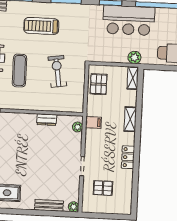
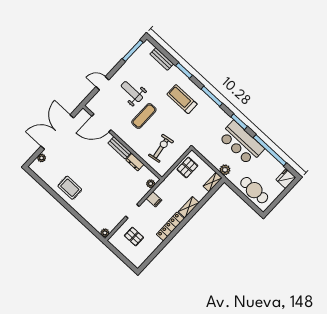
exercise bike: (57, 71) -> (161, 148), moved
filing cabinet: (93, 122) -> (154, 199), moved
locker: (128, 157) -> (170, 226), width x1.53
bench: (49, 205) -> (120, 148), moved

